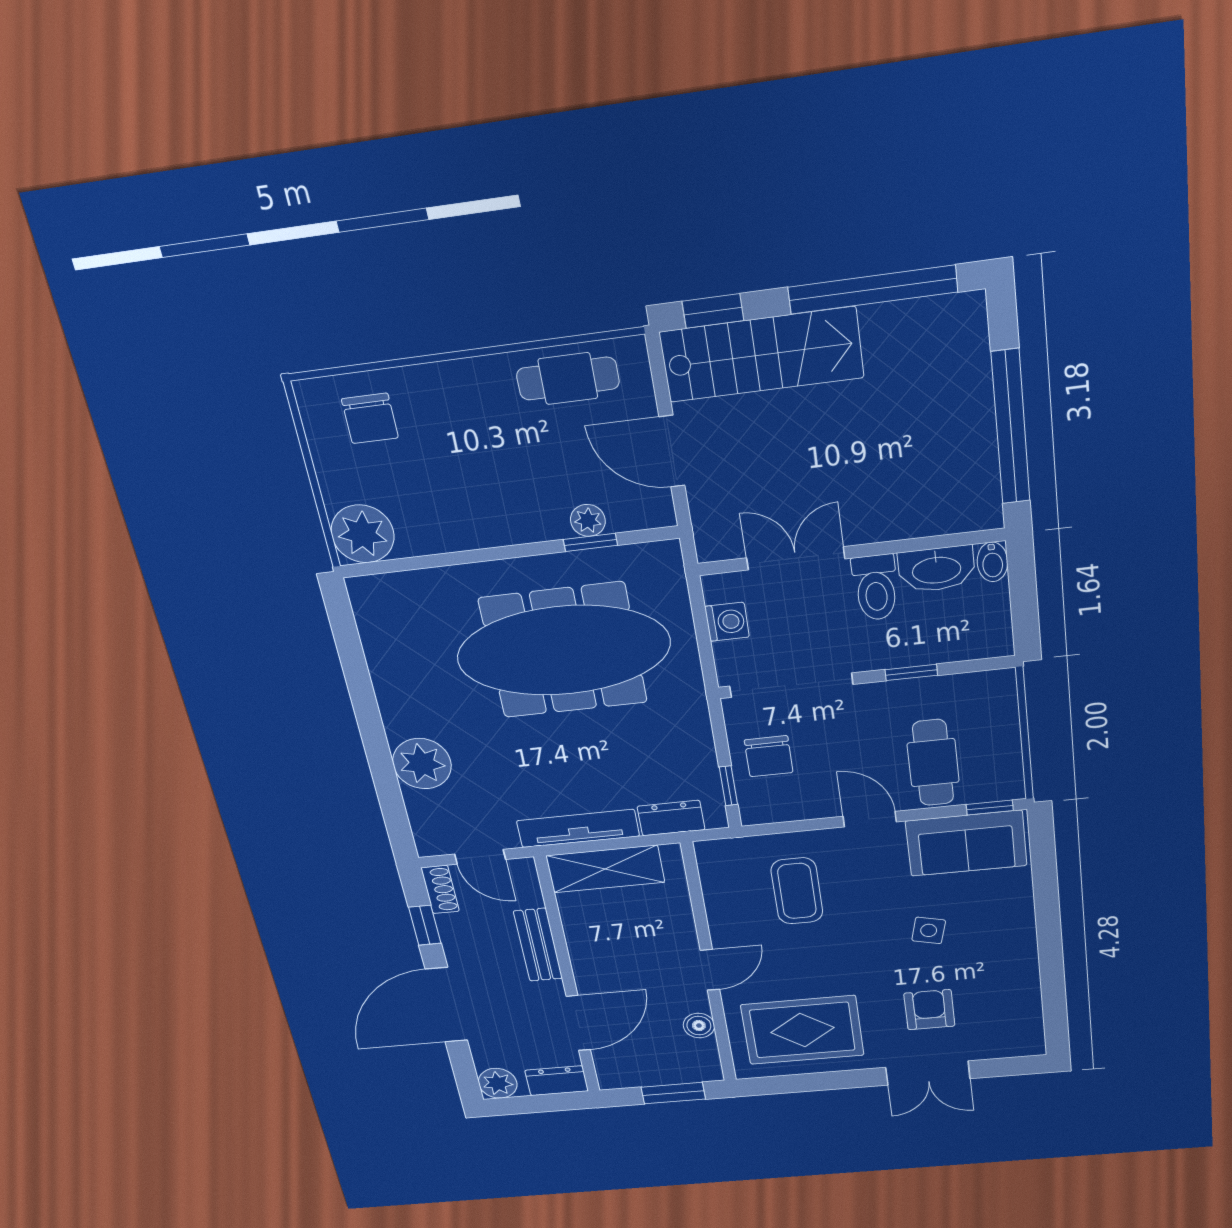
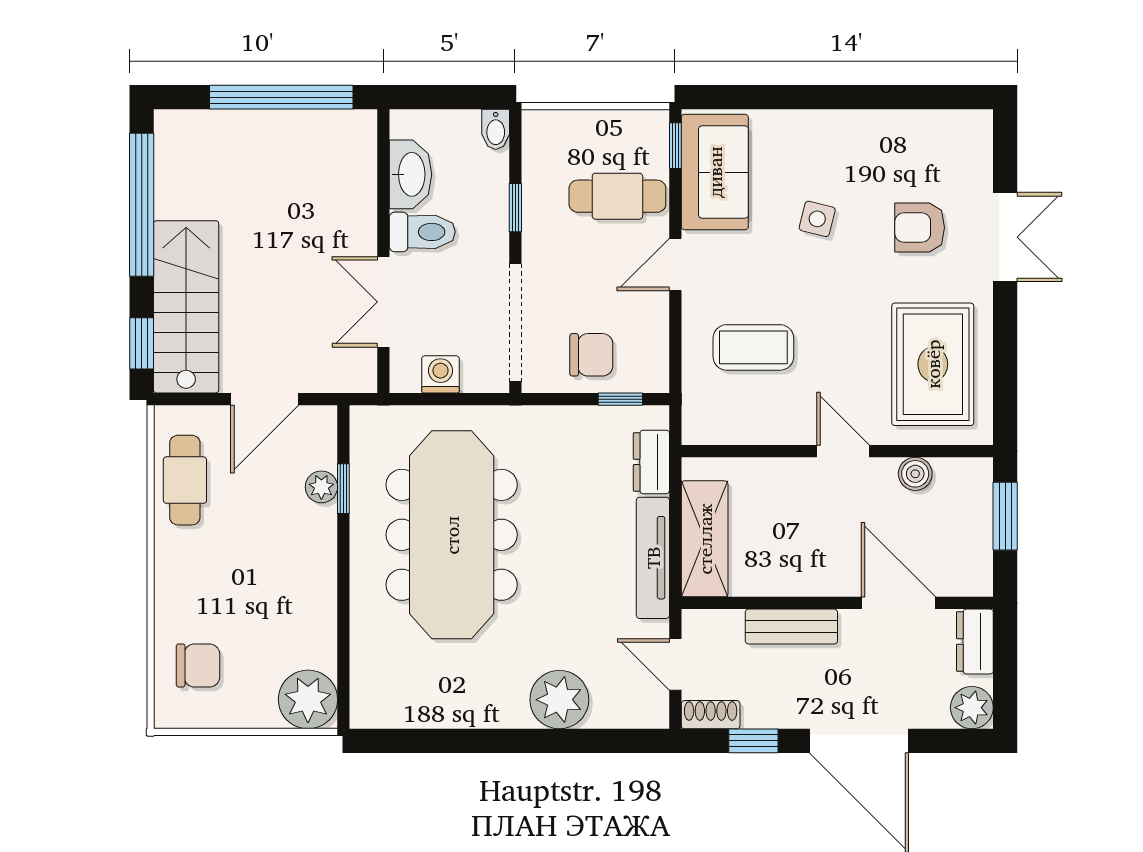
bidet: (992, 562) -> (496, 129), moved, turned 90
door: (480, 857) -> (675, 665), swing flipped

